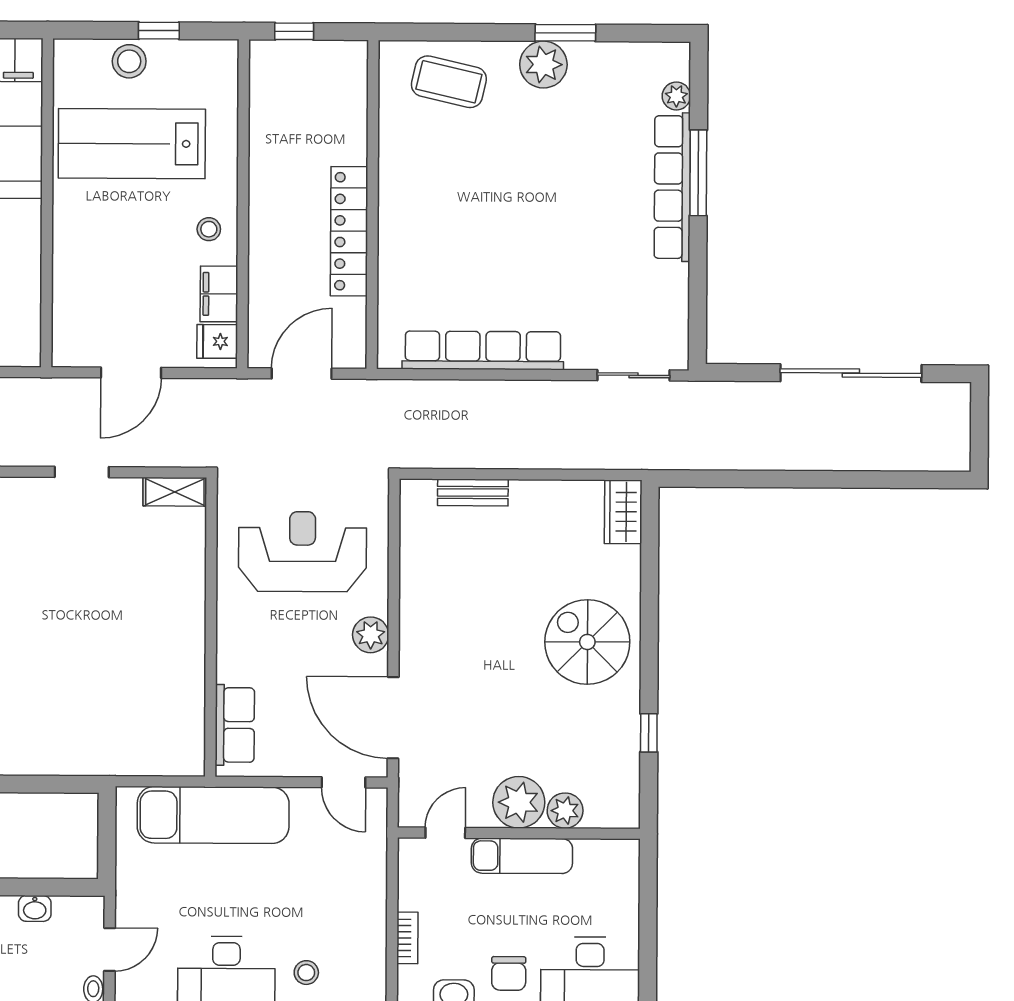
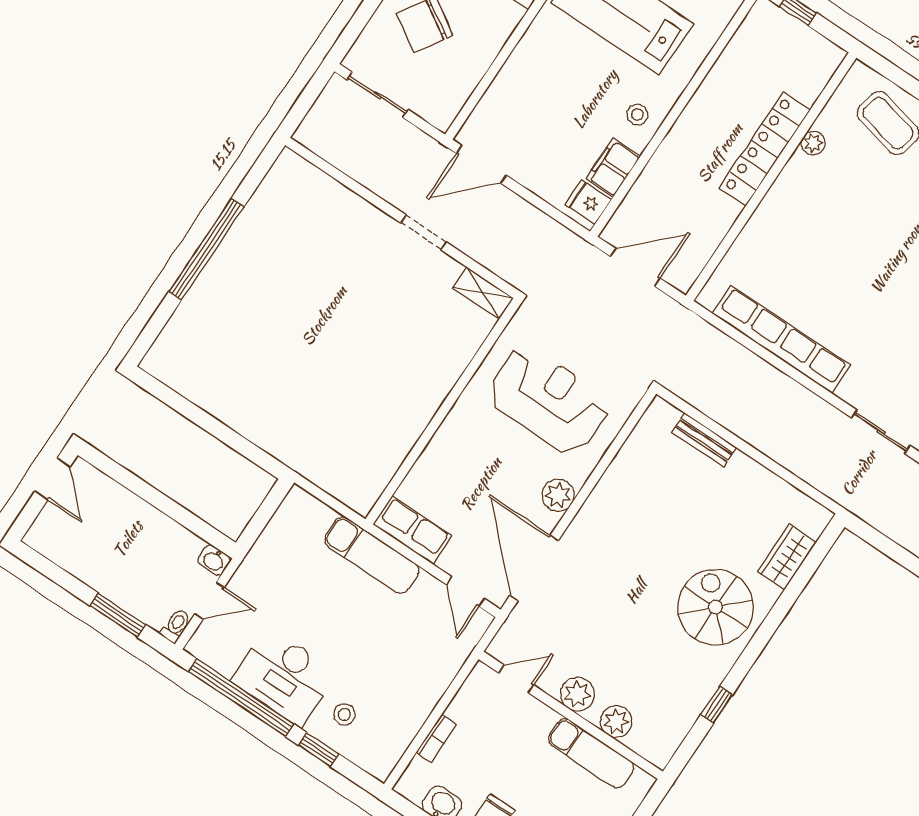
plant: (391, 147) -> (813, 143), added
locker: (349, 231) -> (765, 149), moved
door: (131, 373) -> (481, 164), moved
wardrobe: (623, 512) -> (787, 557), moved
row of seats: (235, 725) -> (412, 530), moved, turned -90
plant: (519, 802) -> (577, 694), width x0.73, depth x0.73
exam couch: (213, 815) -> (372, 555), width x0.73, depth x0.69
exam couch: (522, 856) -> (591, 753), moved
washbasin: (35, 908) -> (214, 560), moved

